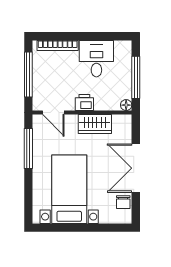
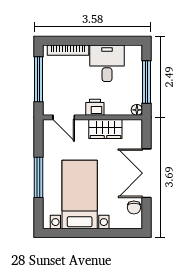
window: (28, 148) -> (39, 177), moved

